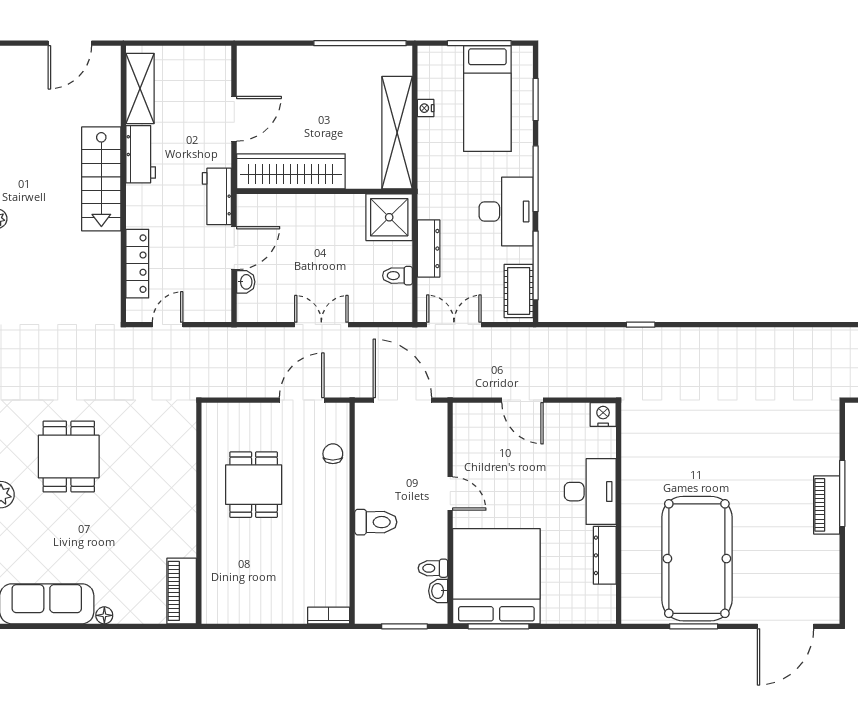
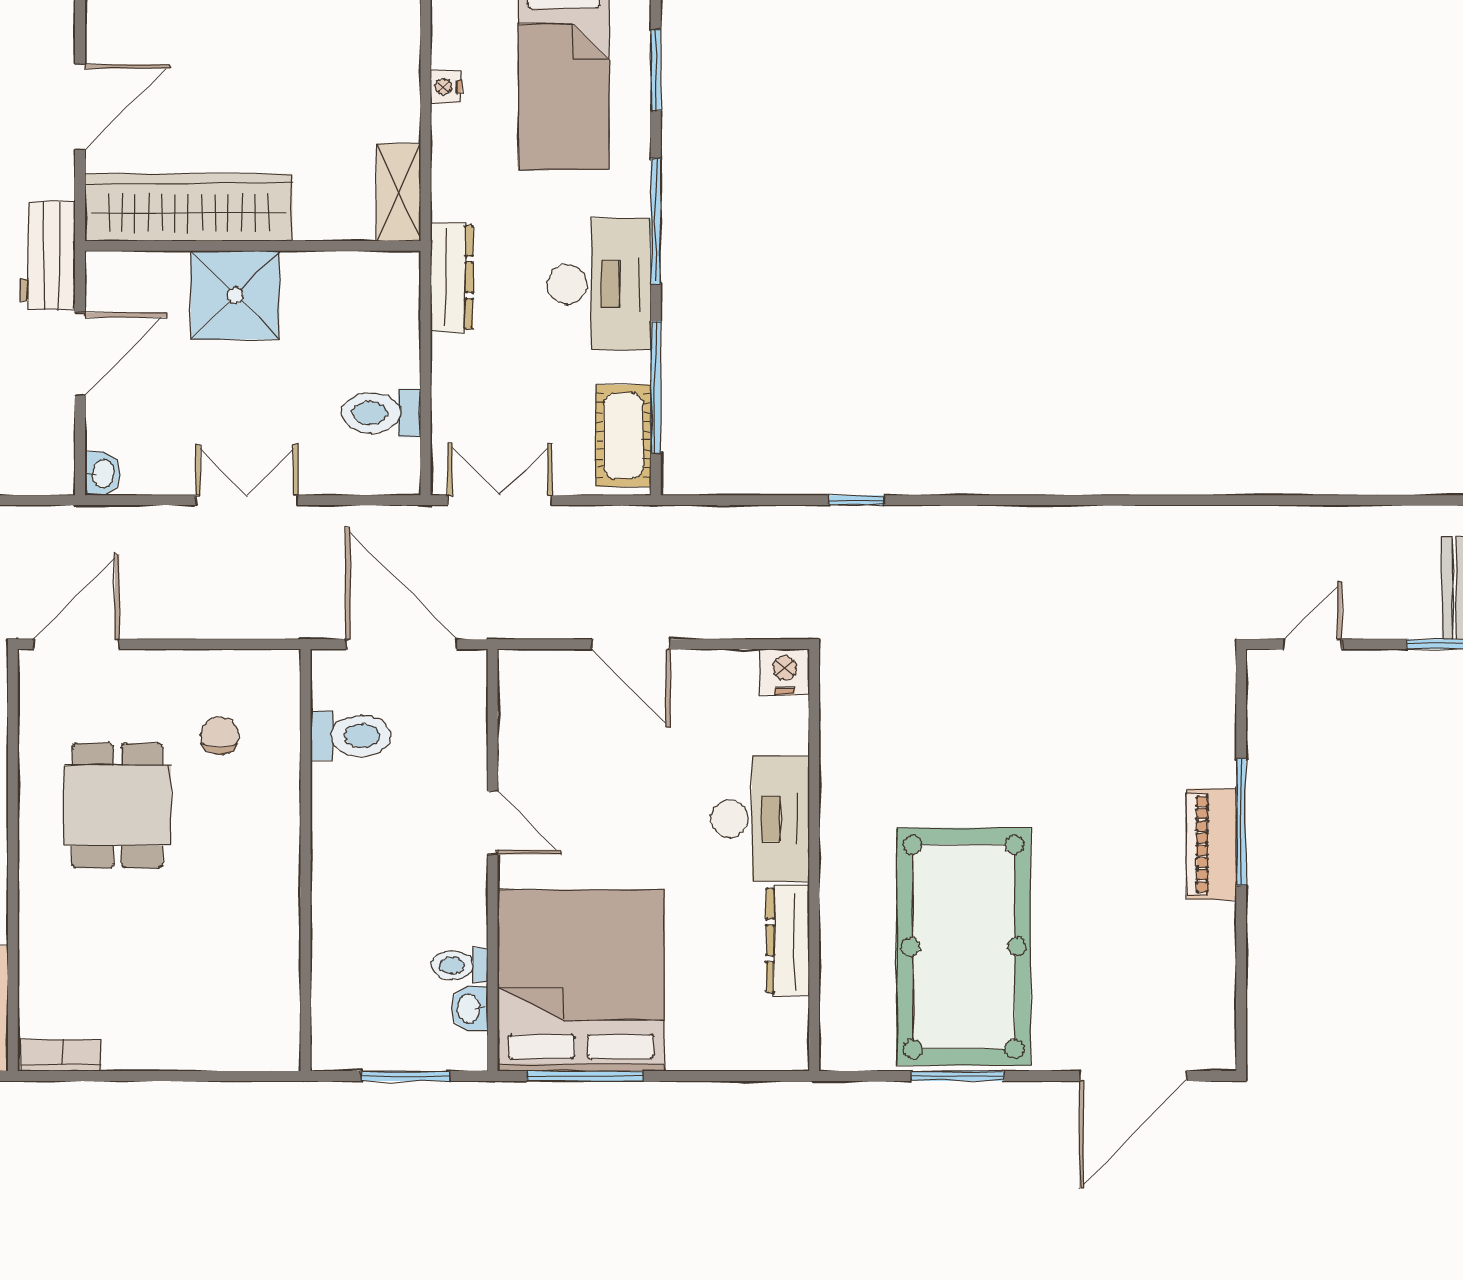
shelving: (397, 133) -> (399, 192), width x0.45, depth x0.75
shower: (389, 217) -> (235, 295), moved
dresser: (429, 249) -> (452, 277), moved
toilet: (397, 276) -> (381, 413), width x1.37, depth x1.39
washbasin: (246, 282) -> (102, 474), moved
door: (302, 400) -> (77, 644), moved
chair: (333, 454) -> (220, 736), moved
toilet: (376, 522) -> (351, 736), moved
bookcase: (329, 615) -> (61, 1055), moved

